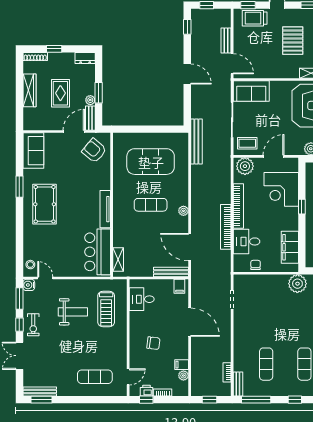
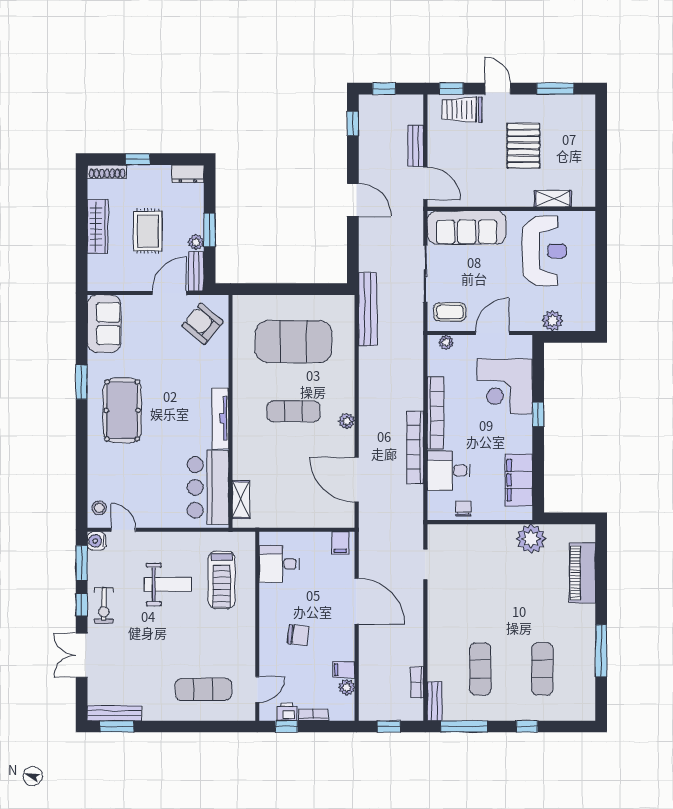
sofa: (251, 91) -> (467, 228), width x1.36
plant: (245, 166) -> (446, 342), width x0.53, depth x0.53
bench: (171, 272) -> (327, 520), removed

